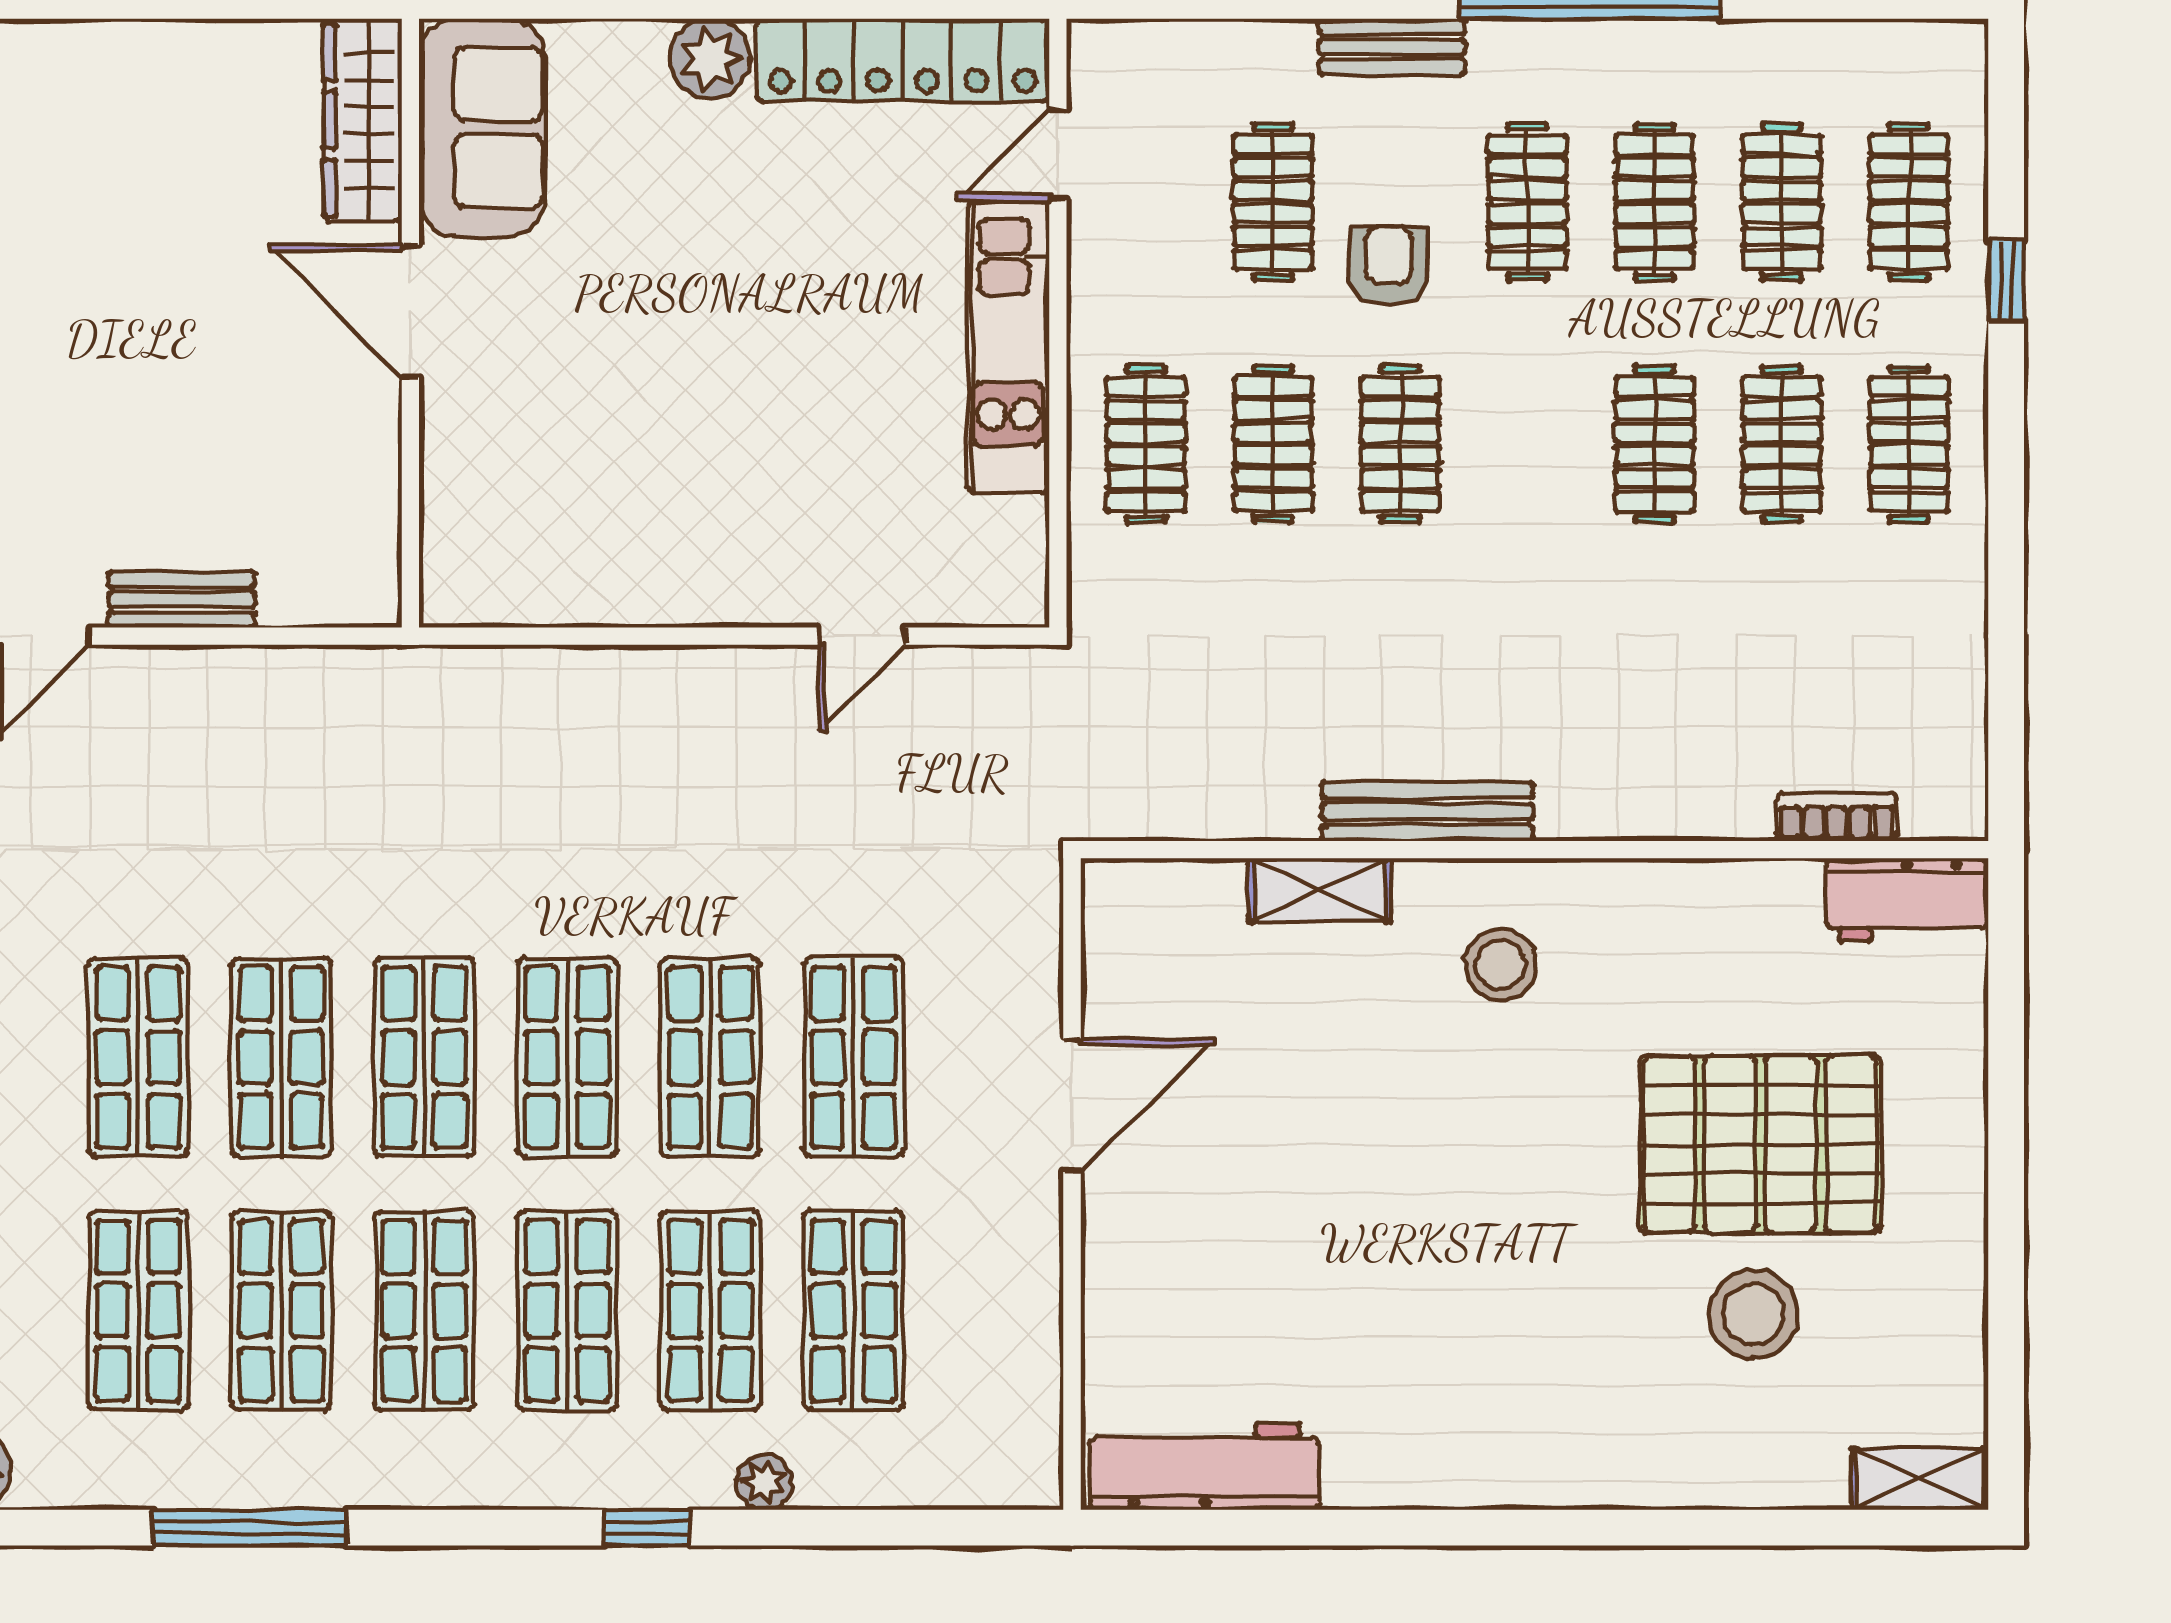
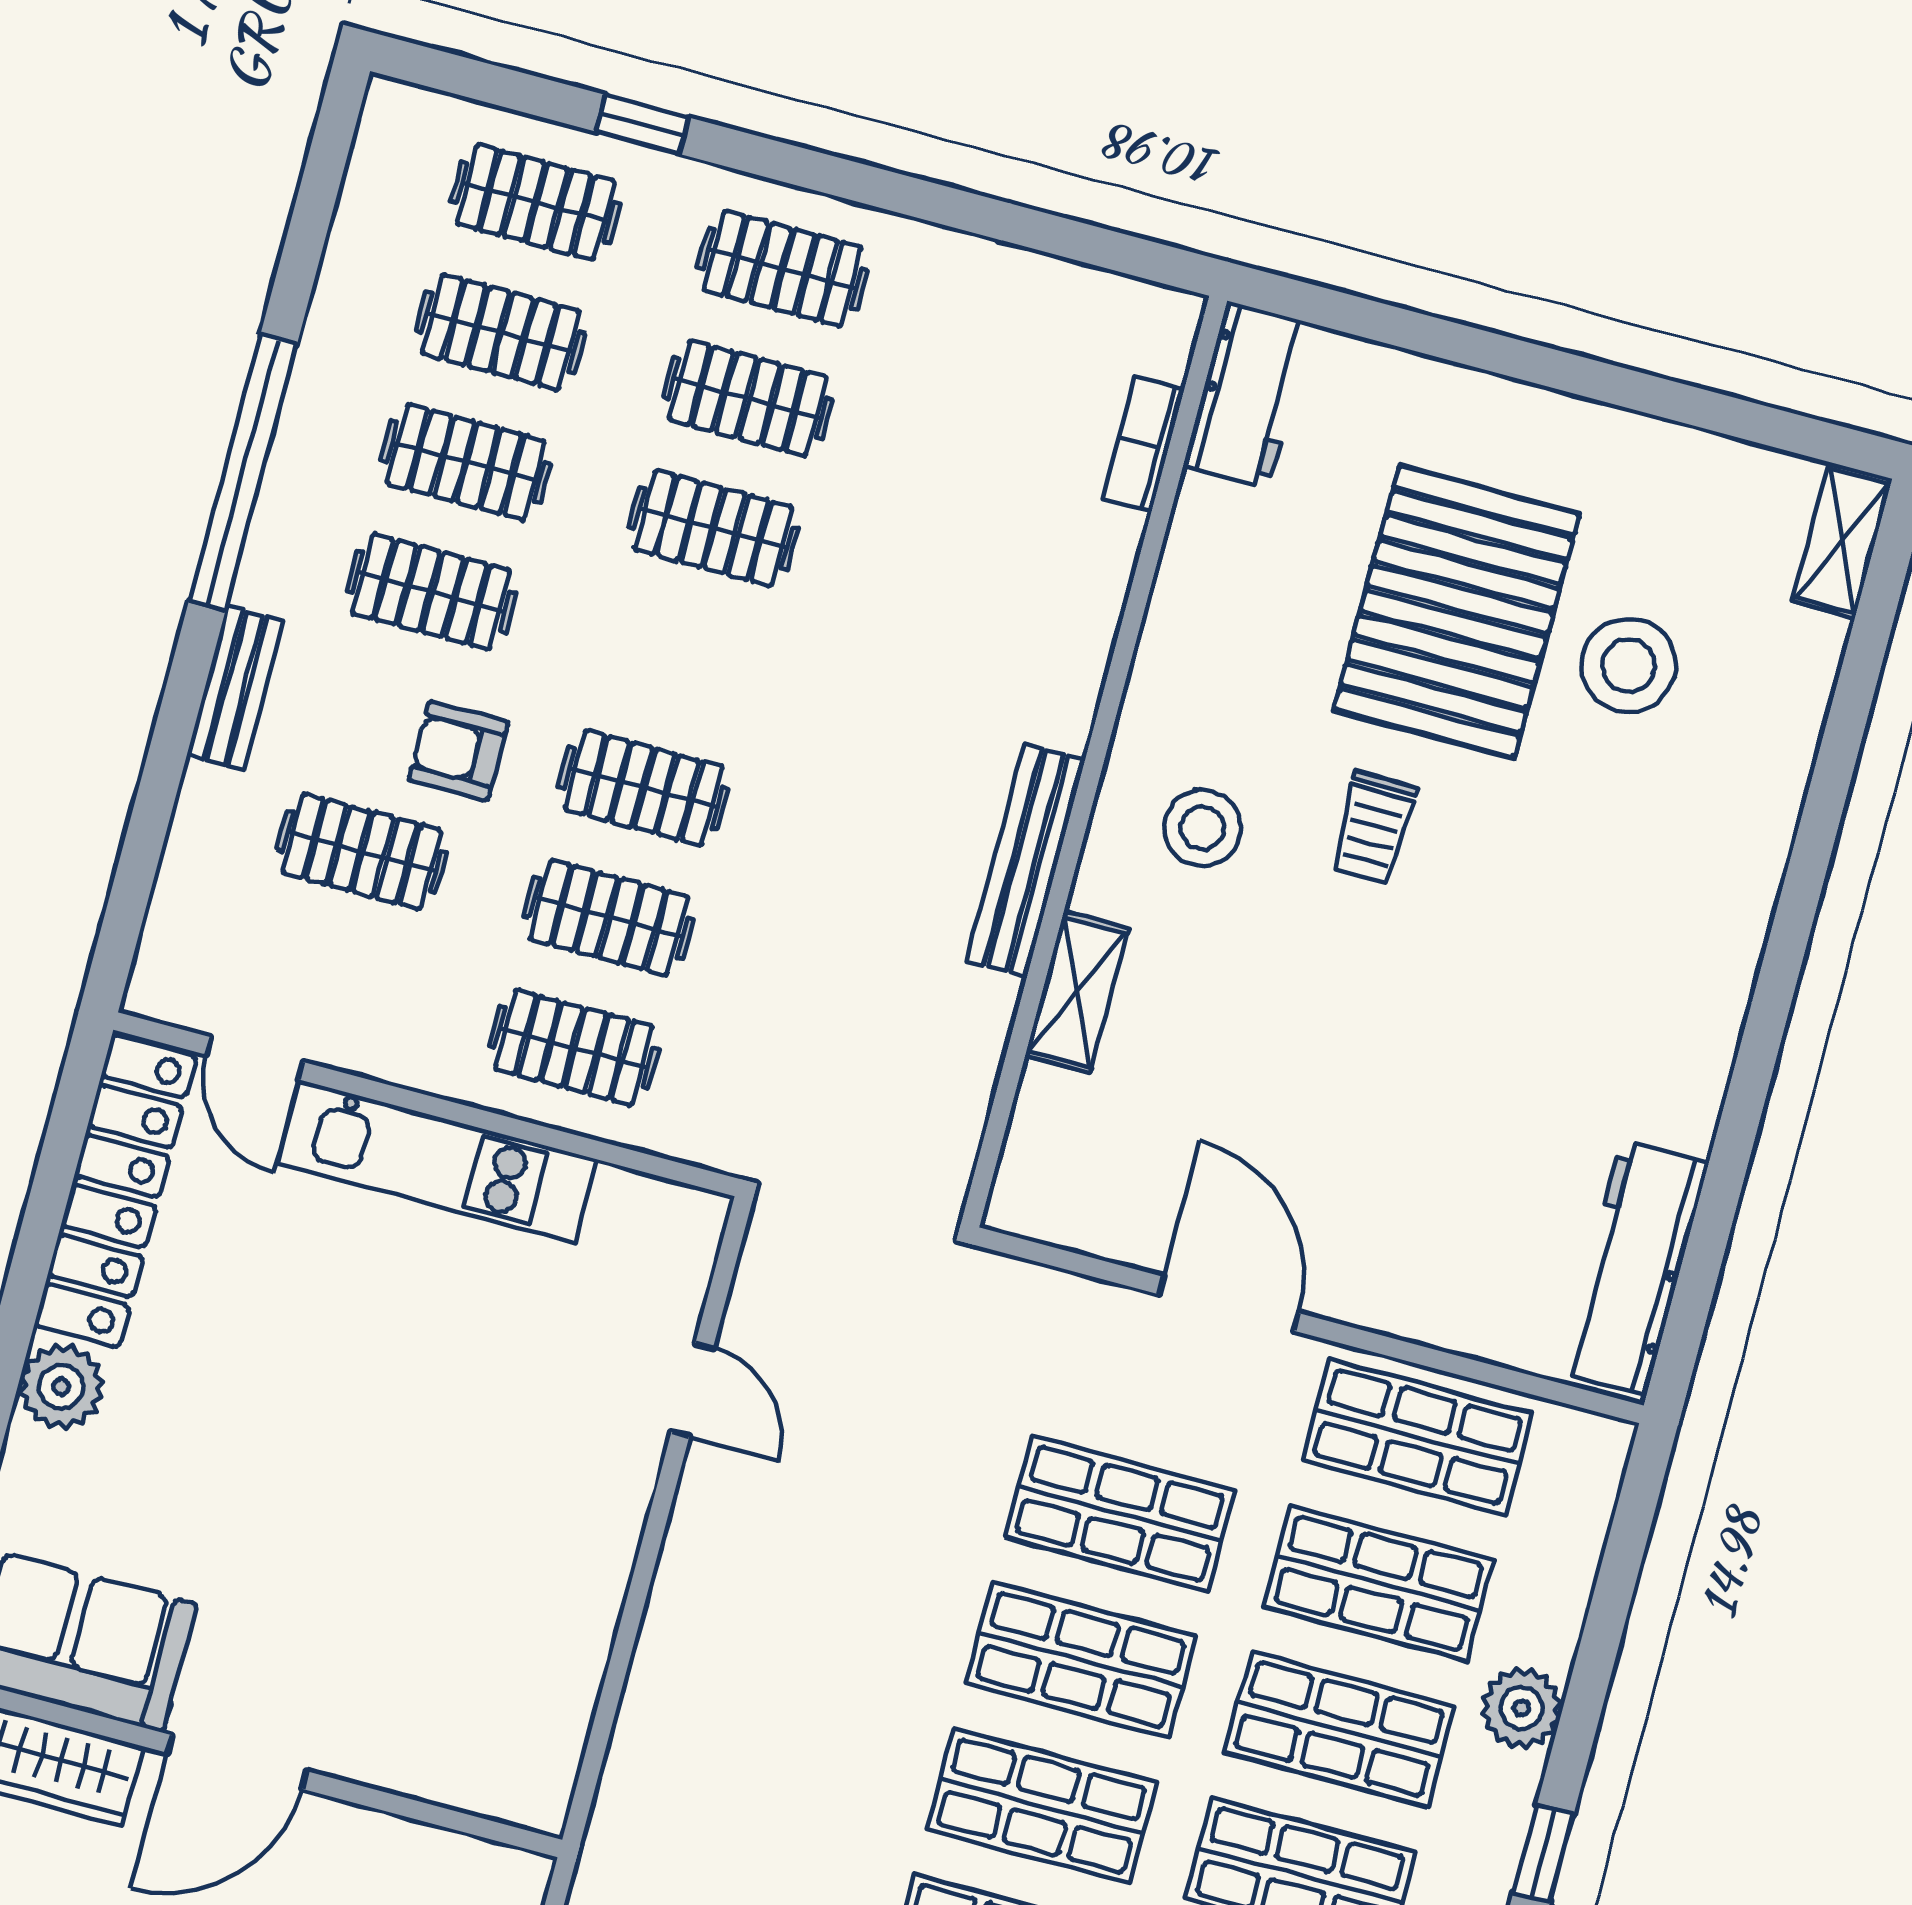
trolley: (1543, 1121) -> (1374, 828), added
shop shelf: (996, 1311) -> (1418, 1437), added
plant: (764, 1482) -> (1521, 1708), width x1.38, depth x1.38

